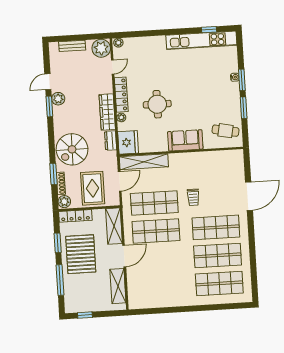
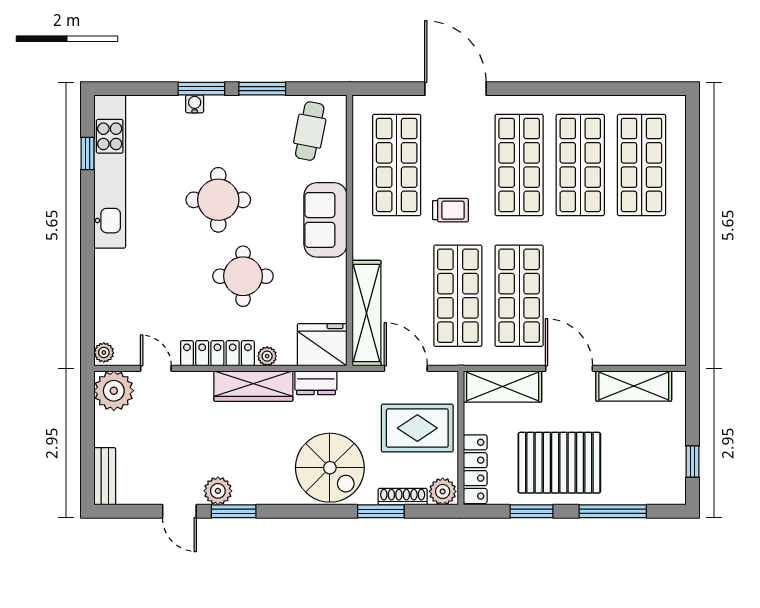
bench: (72, 46) -> (105, 476), moved
round table: (191, 91) -> (218, 200), added
shop shelf: (212, 171) -> (397, 165), added

